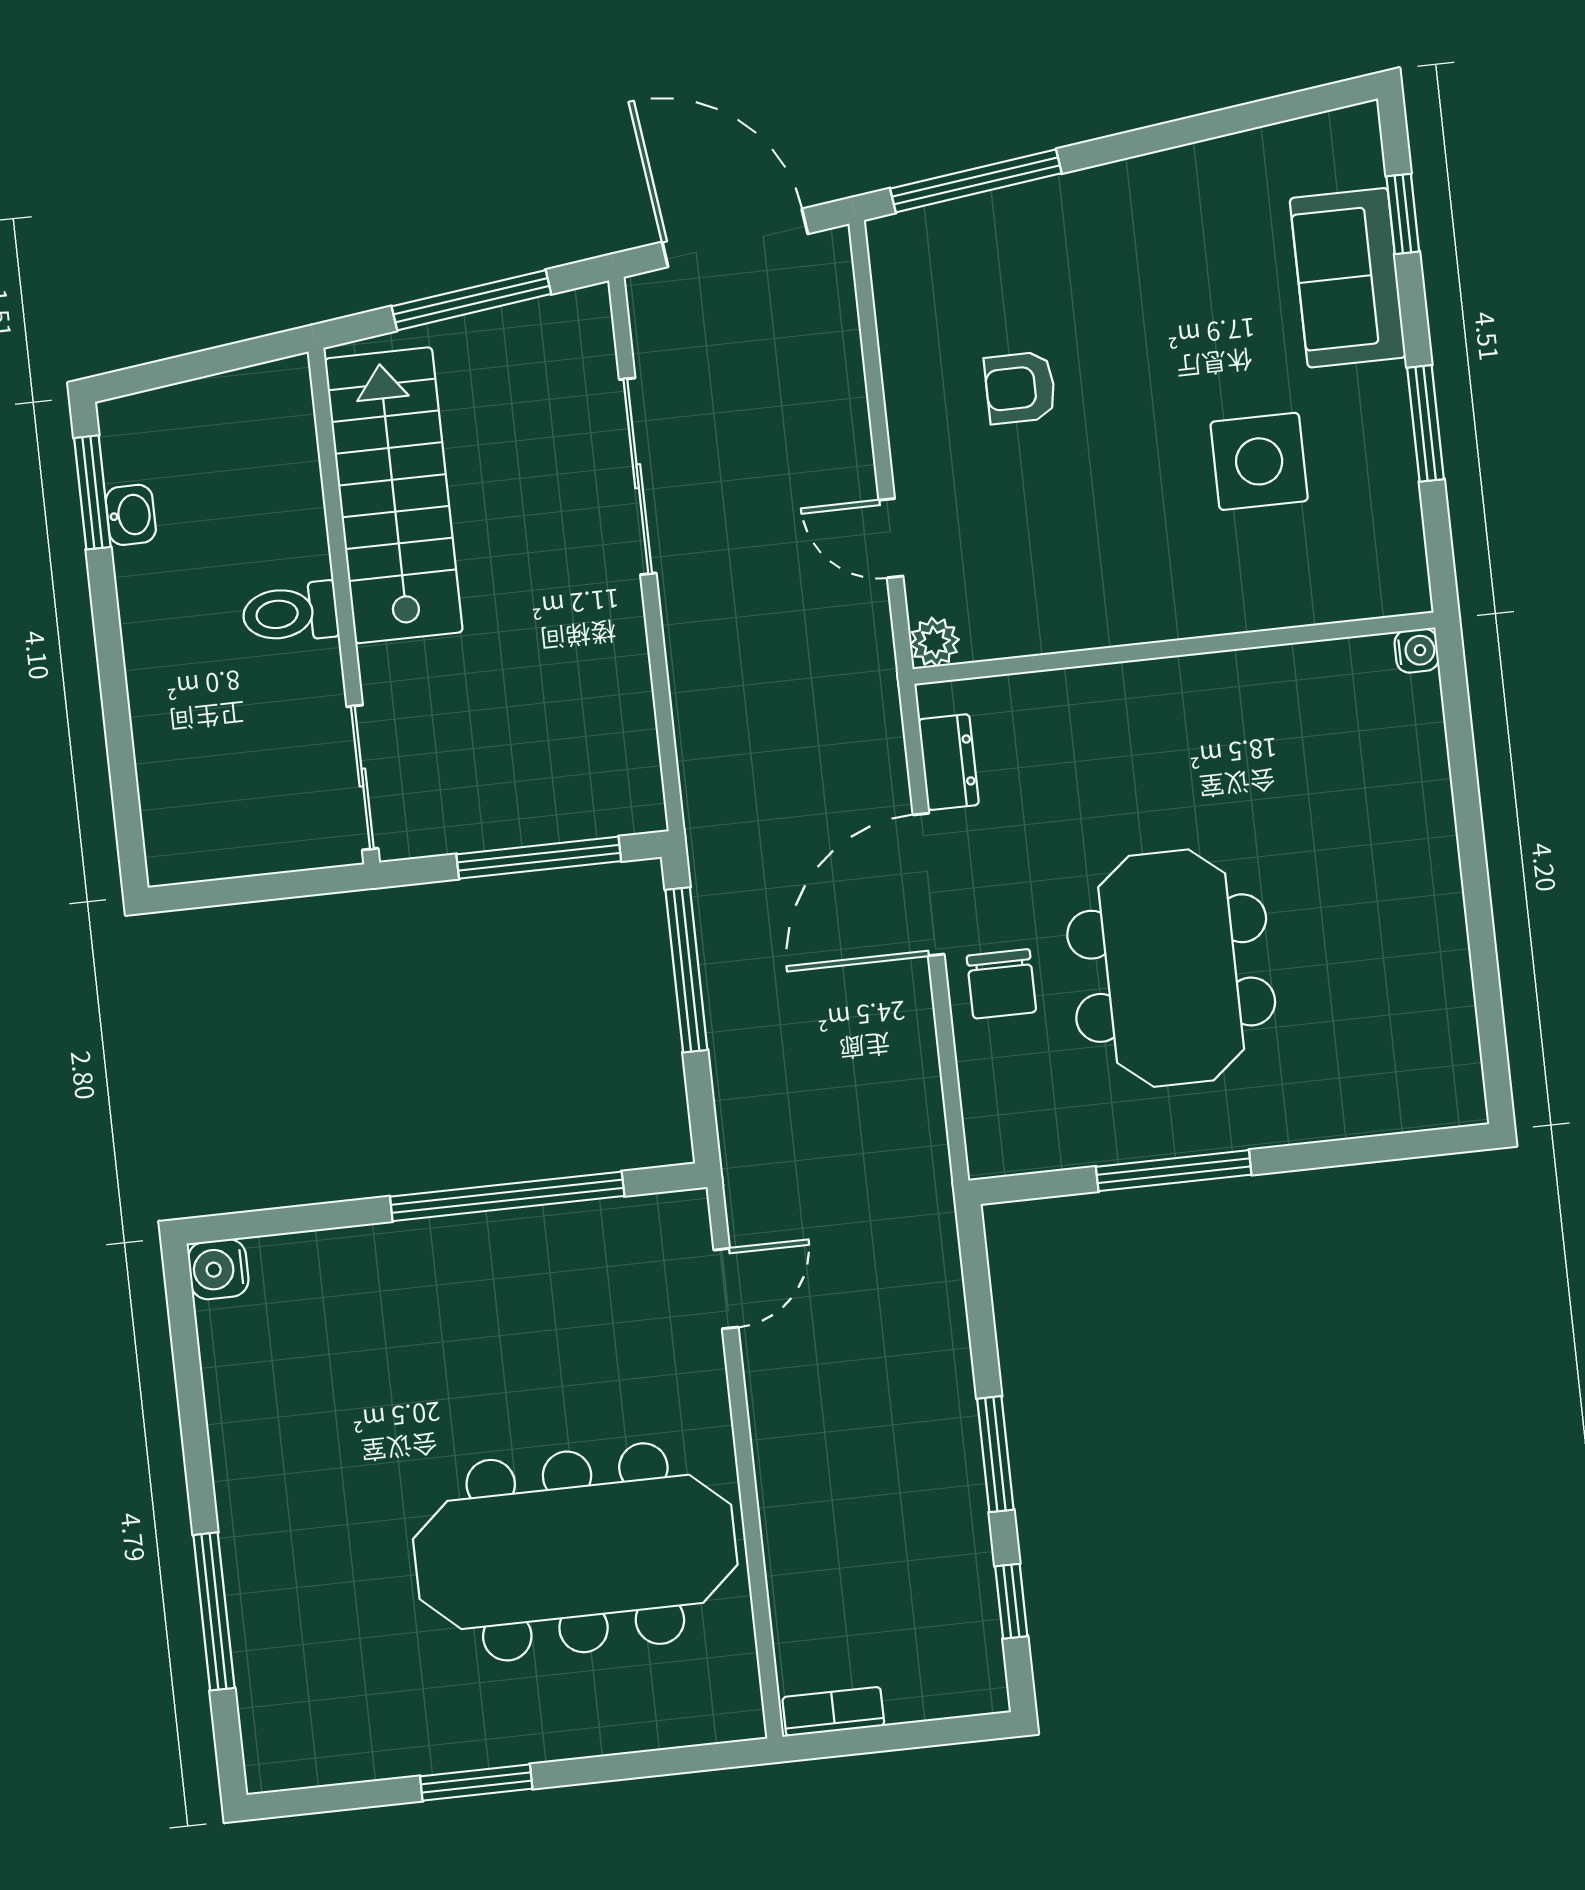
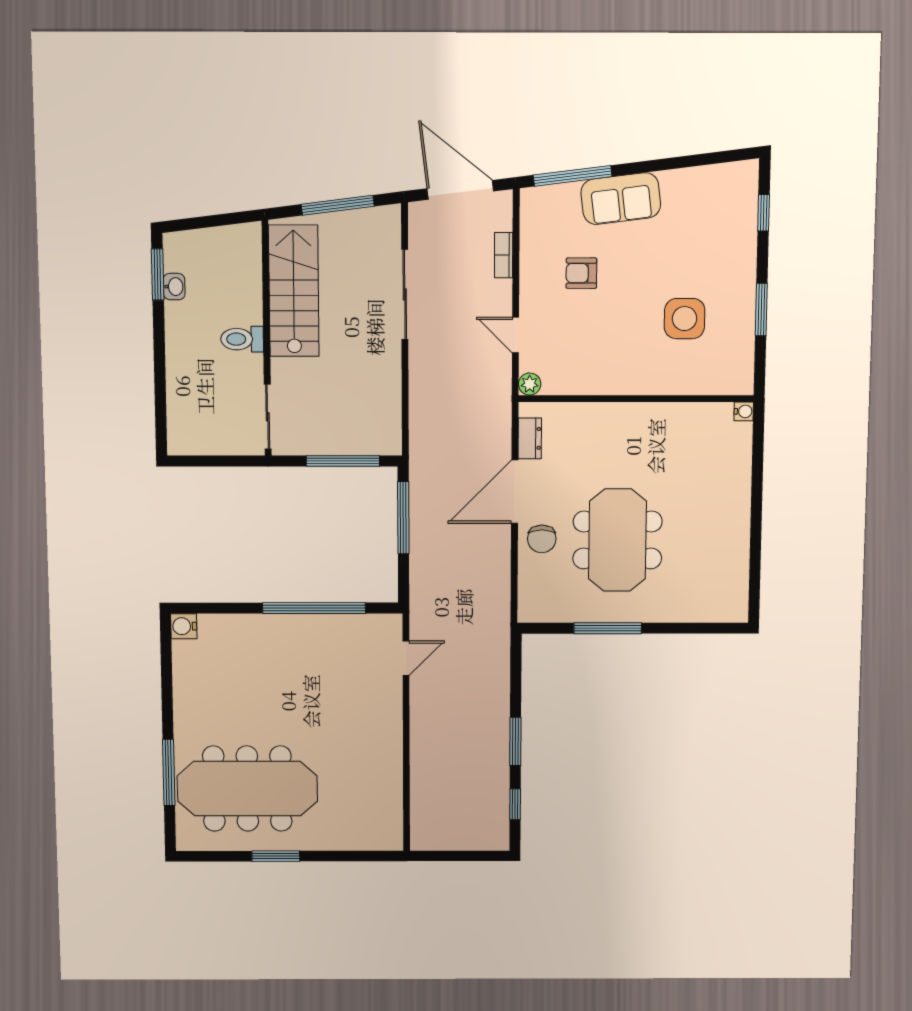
sofa: (1348, 278) -> (621, 199), moved, turned -97
meeting table: (575, 1552) -> (247, 789), moved
bookcase: (833, 1712) -> (504, 255), moved, turned -90

